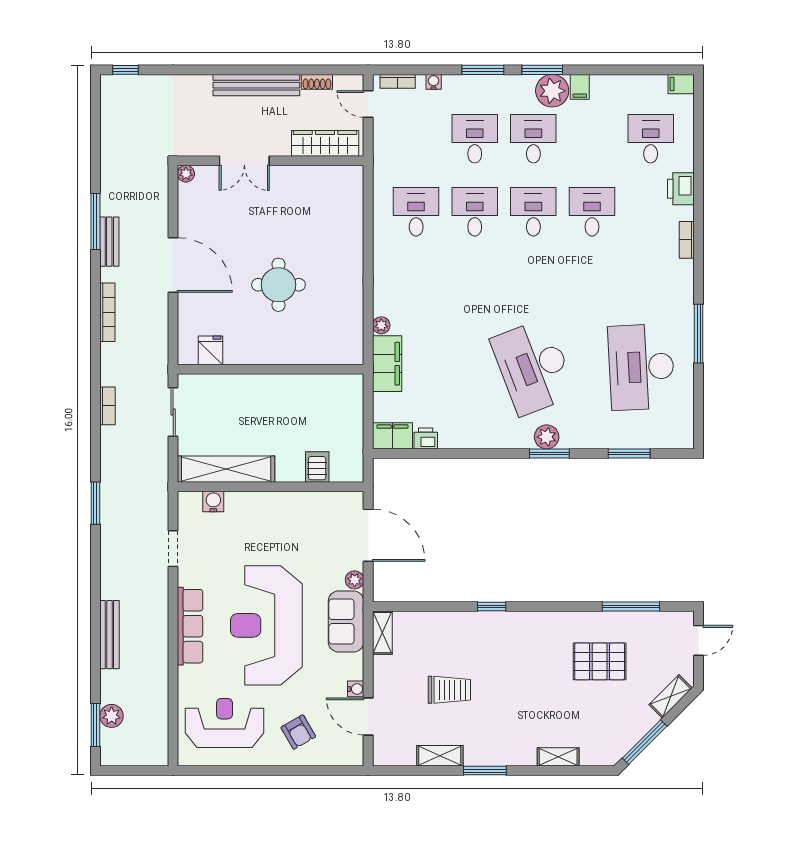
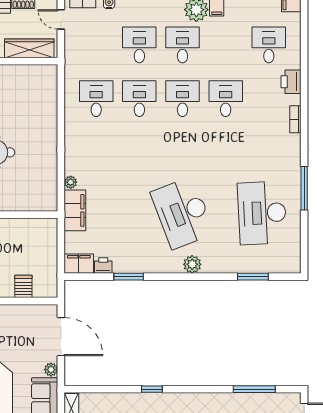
window: (549, 453) -> (129, 277), moved

